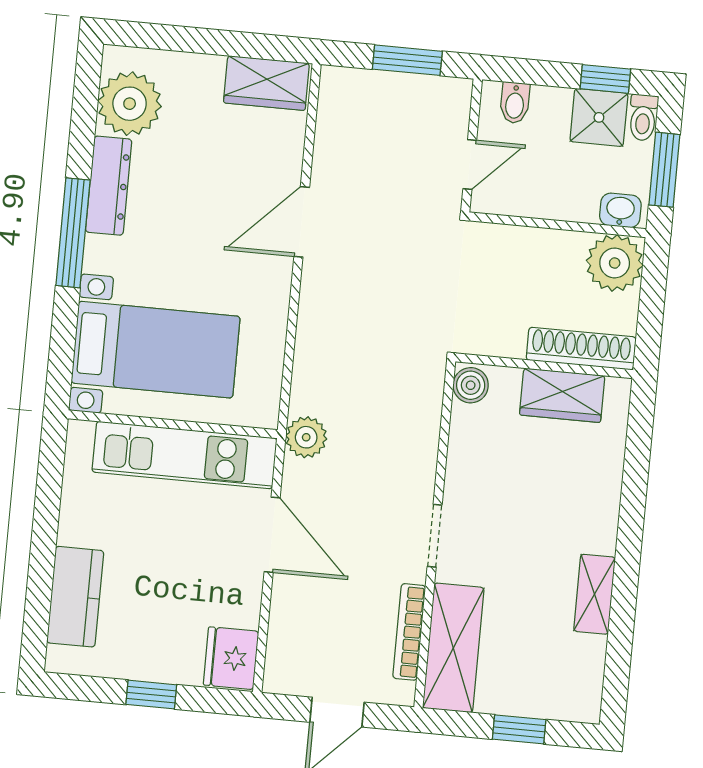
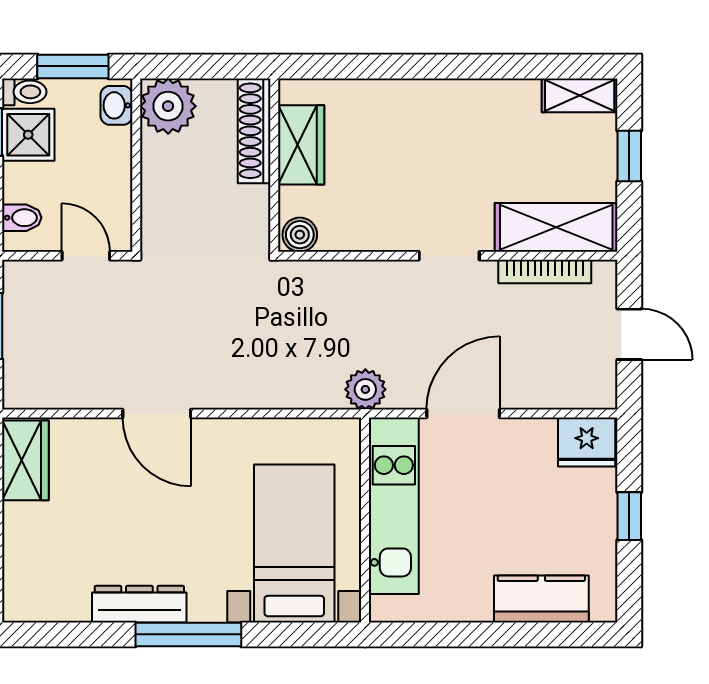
plant: (130, 104) -> (58, 591), removed
shelving: (595, 594) -> (580, 95), moved

